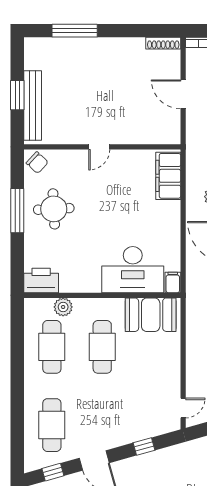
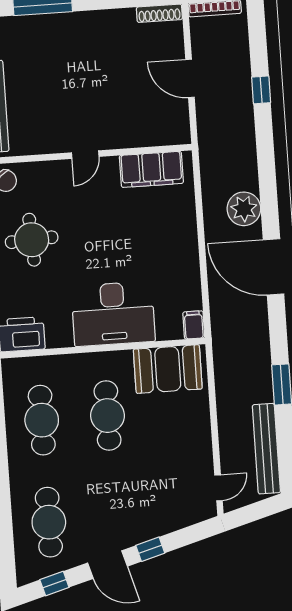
filing cabinet: (168, 176) -> (151, 169), moved, turned -90
desk: (133, 270) -> (113, 314), moved
plant: (63, 307) -> (53, 367), removed
window: (144, 446) -> (150, 549), moved

